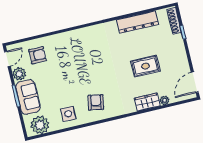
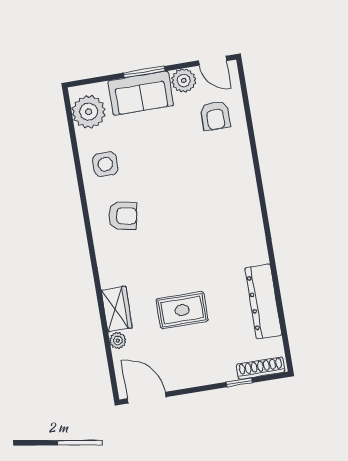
rug: (145, 66) -> (182, 310), turned 90

